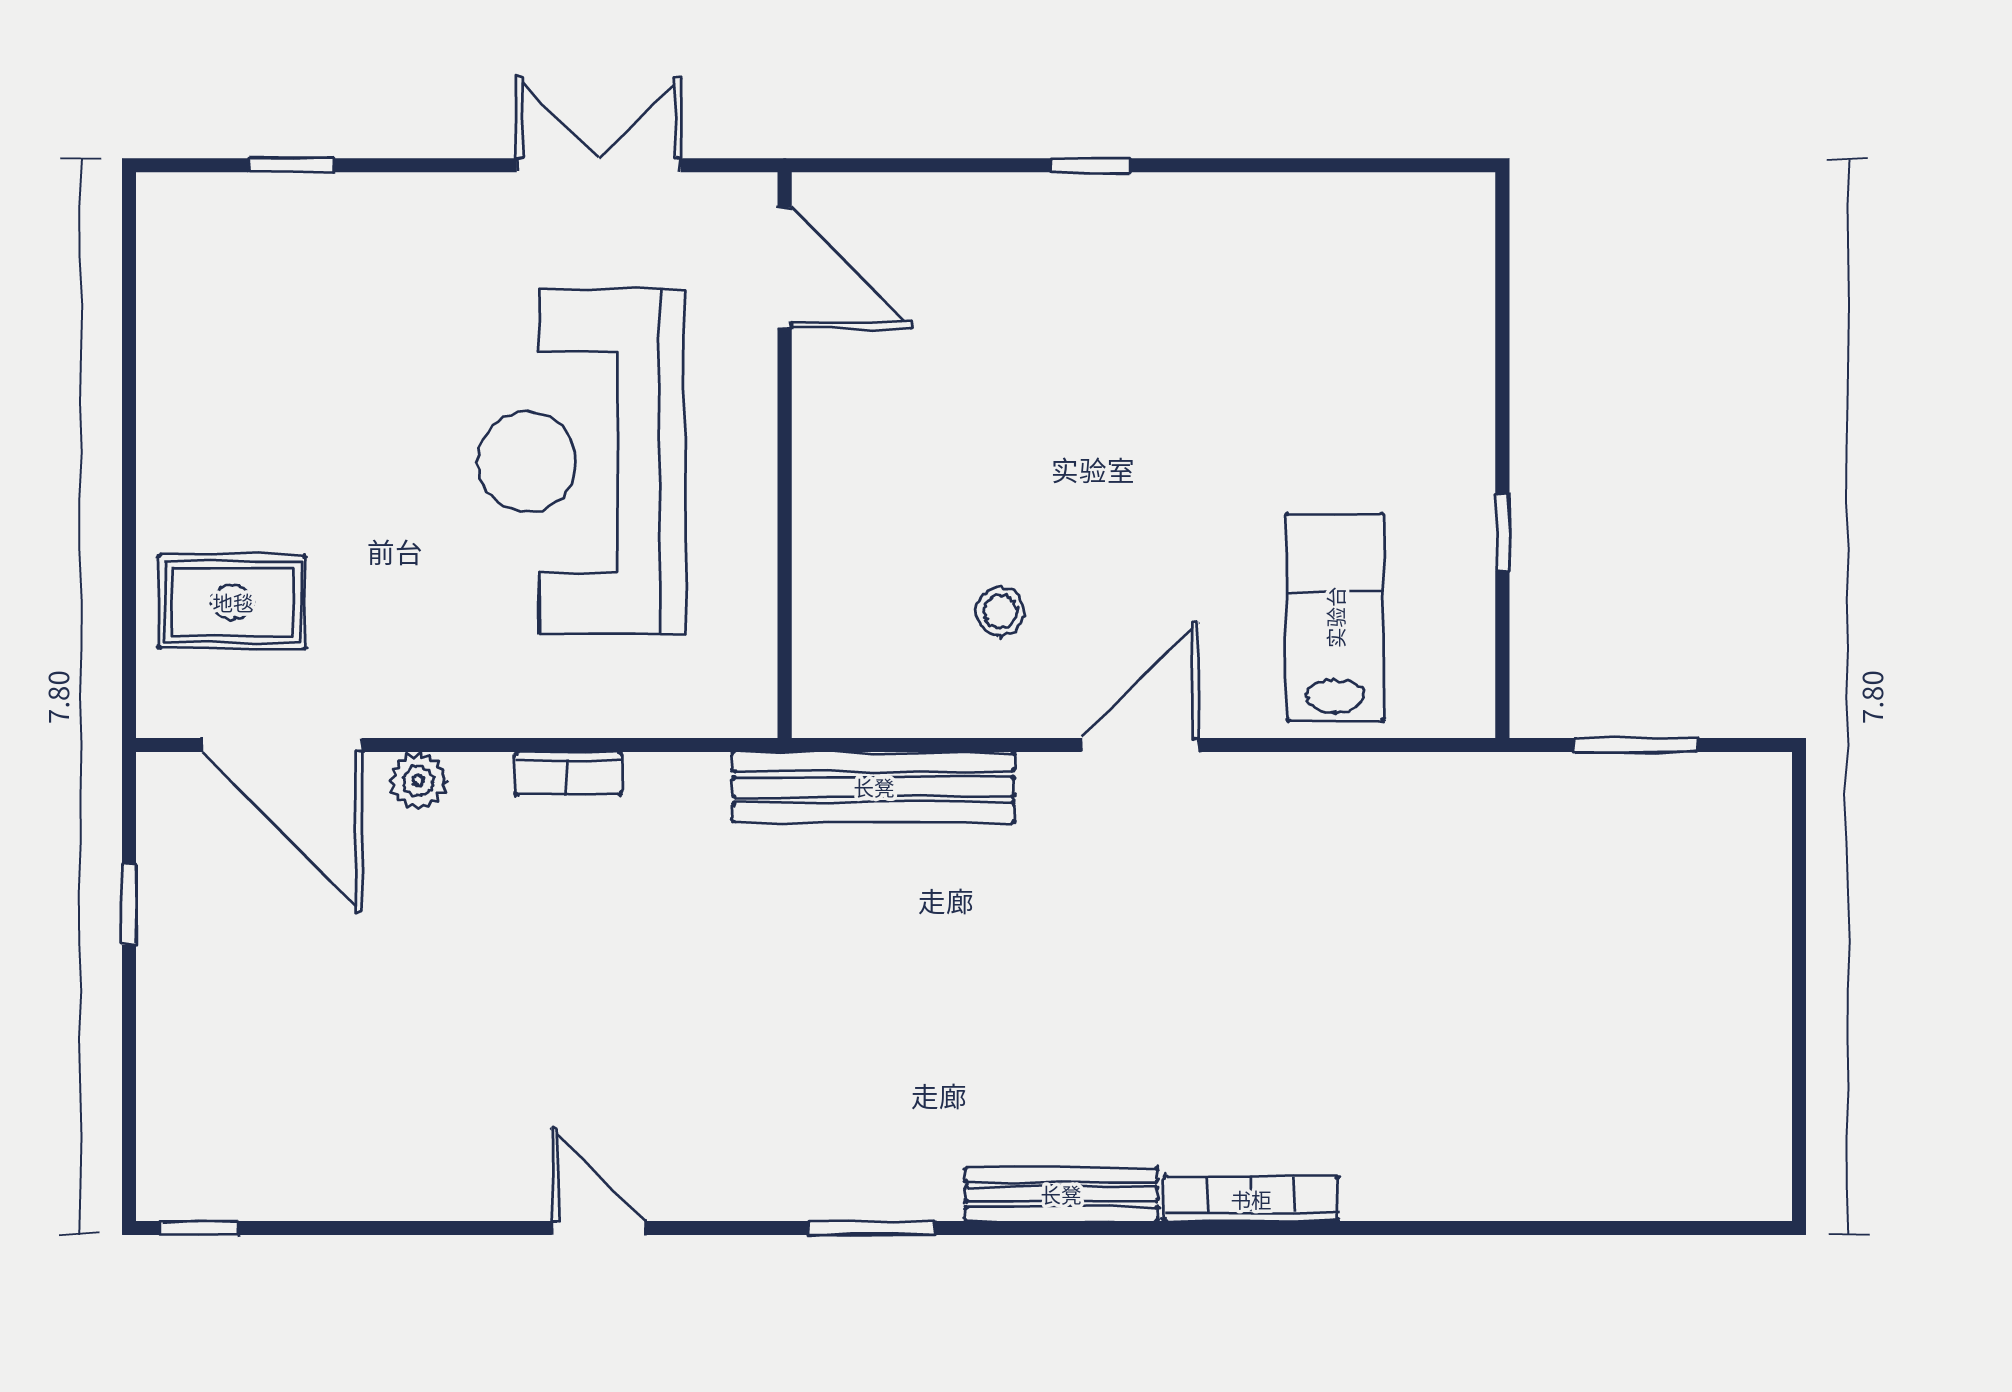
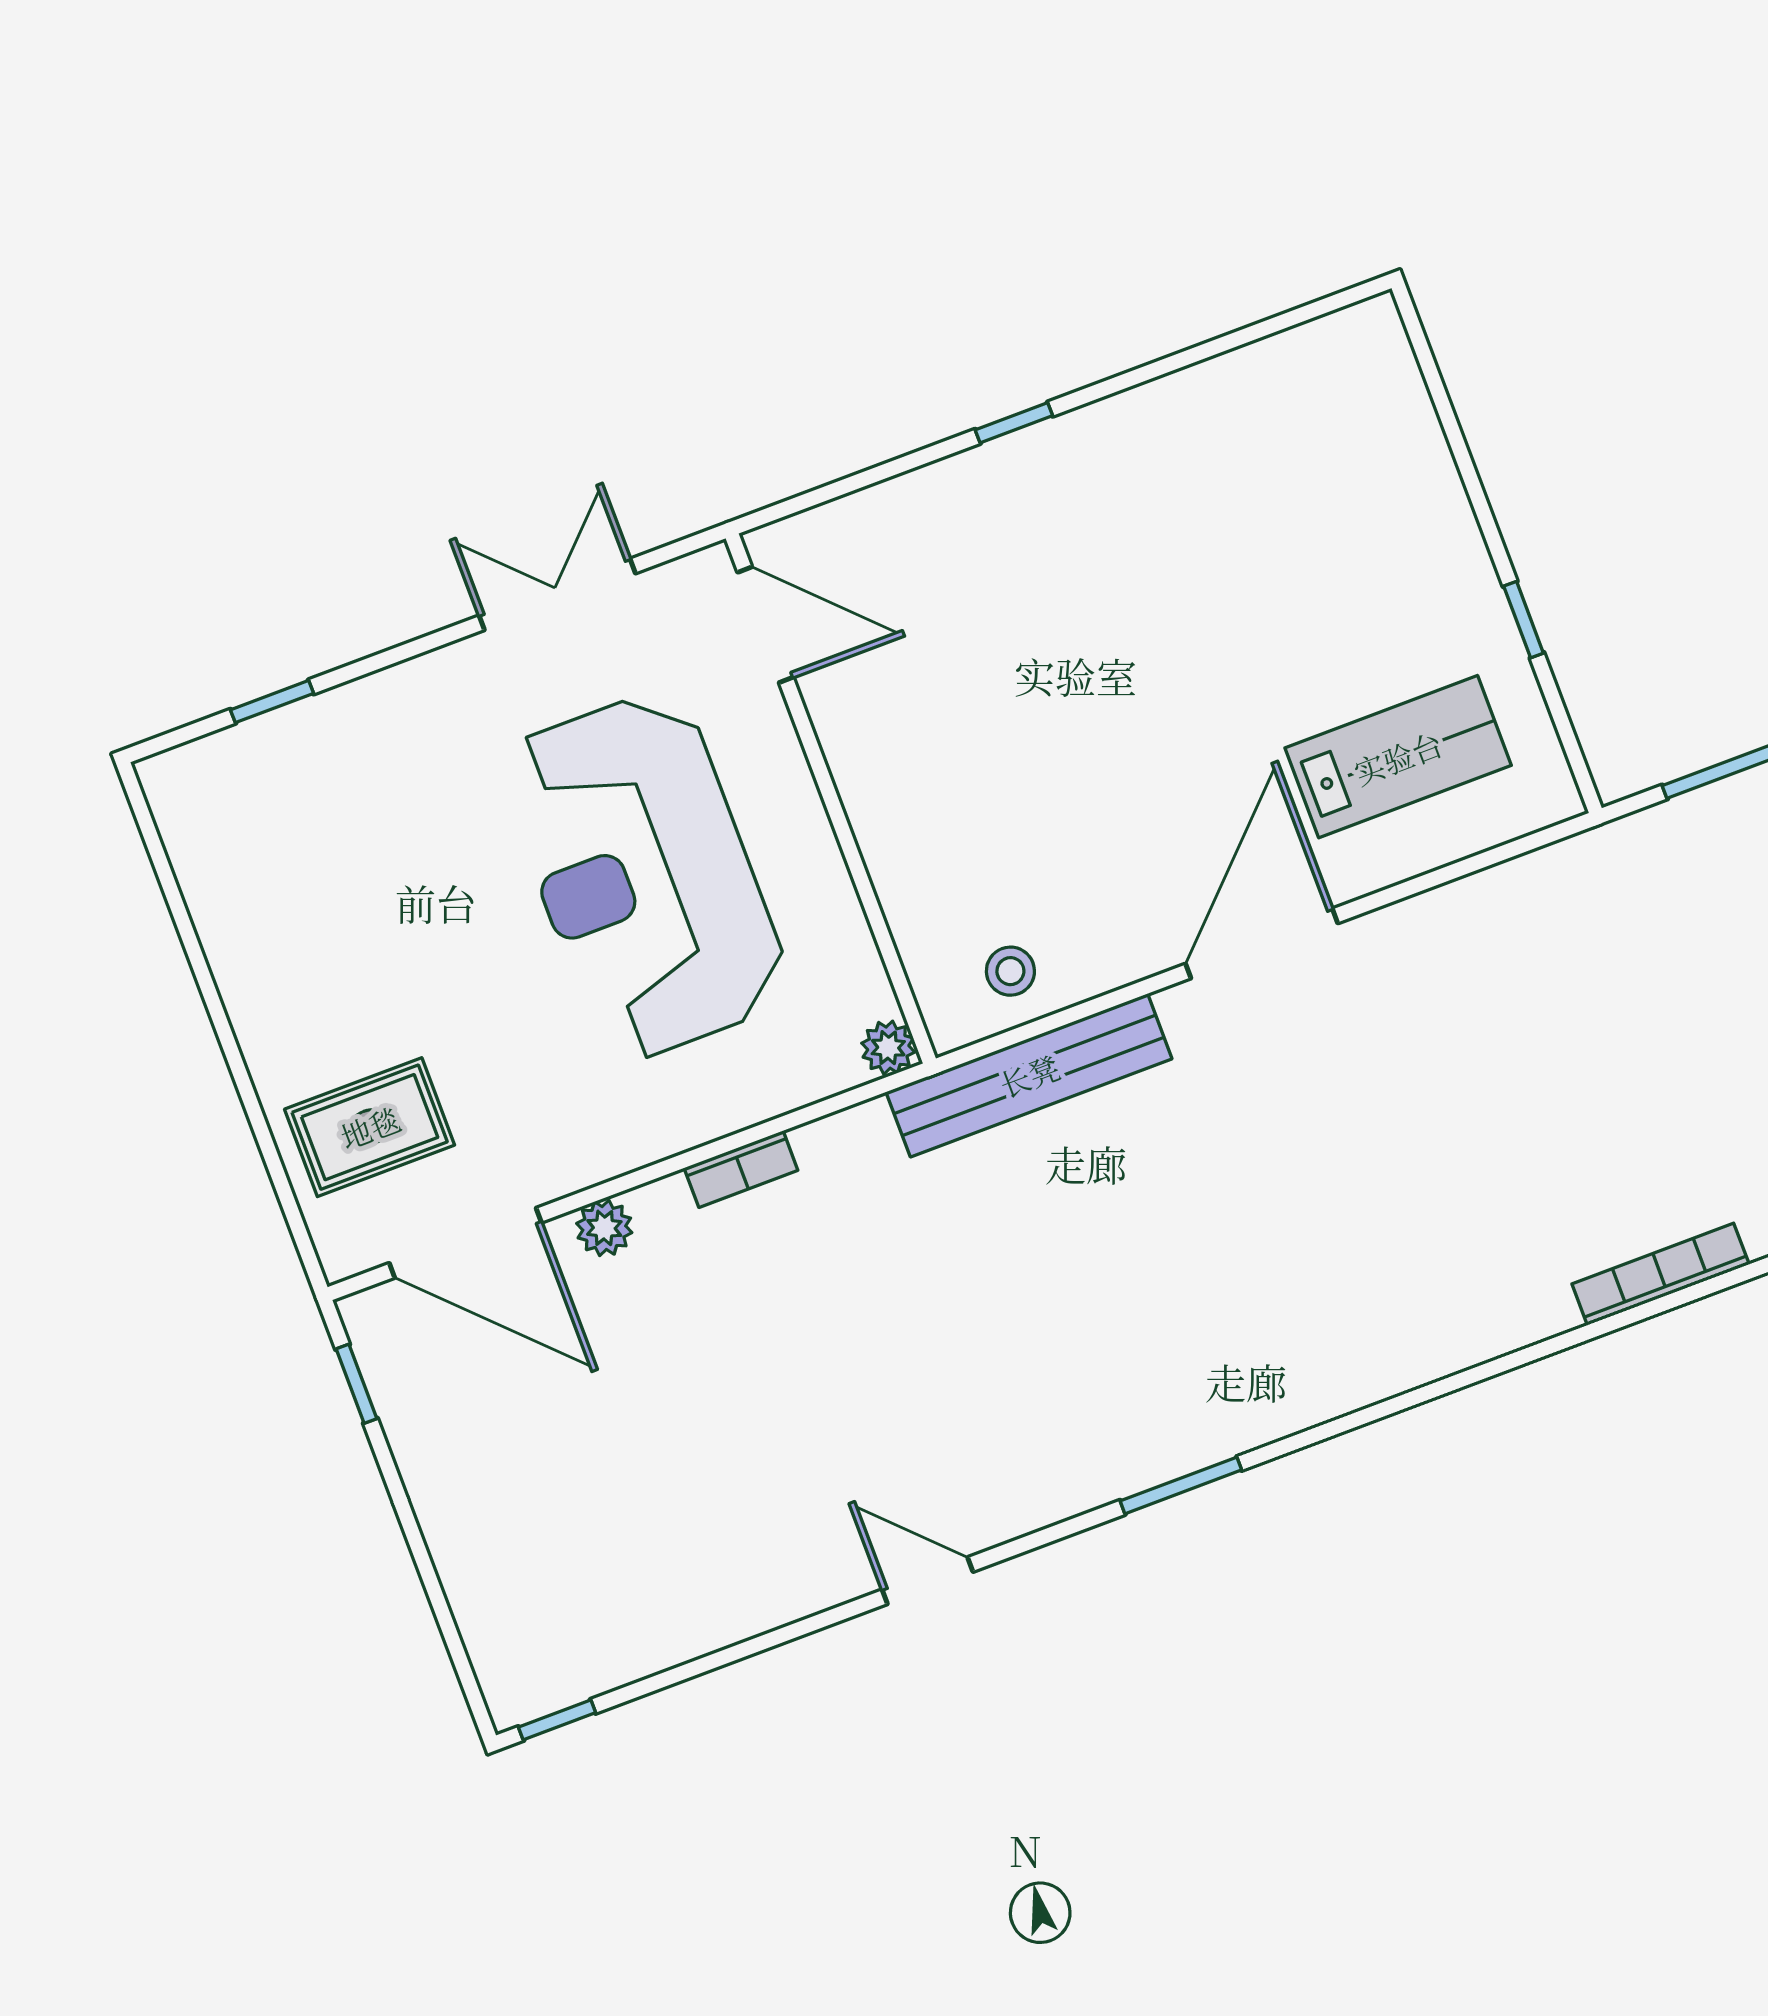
stool: (1000, 611) -> (1010, 971), moved
lab bench: (1335, 617) -> (1398, 757), turned 90
plant: (750, 711) -> (888, 1048), added
door: (1140, 745) -> (1262, 943), width x1.36
window: (129, 904) -> (357, 1384), moved
bench: (1061, 1194) -> (1345, 1388), removed
bookcase: (1251, 1199) -> (1661, 1274), moved

